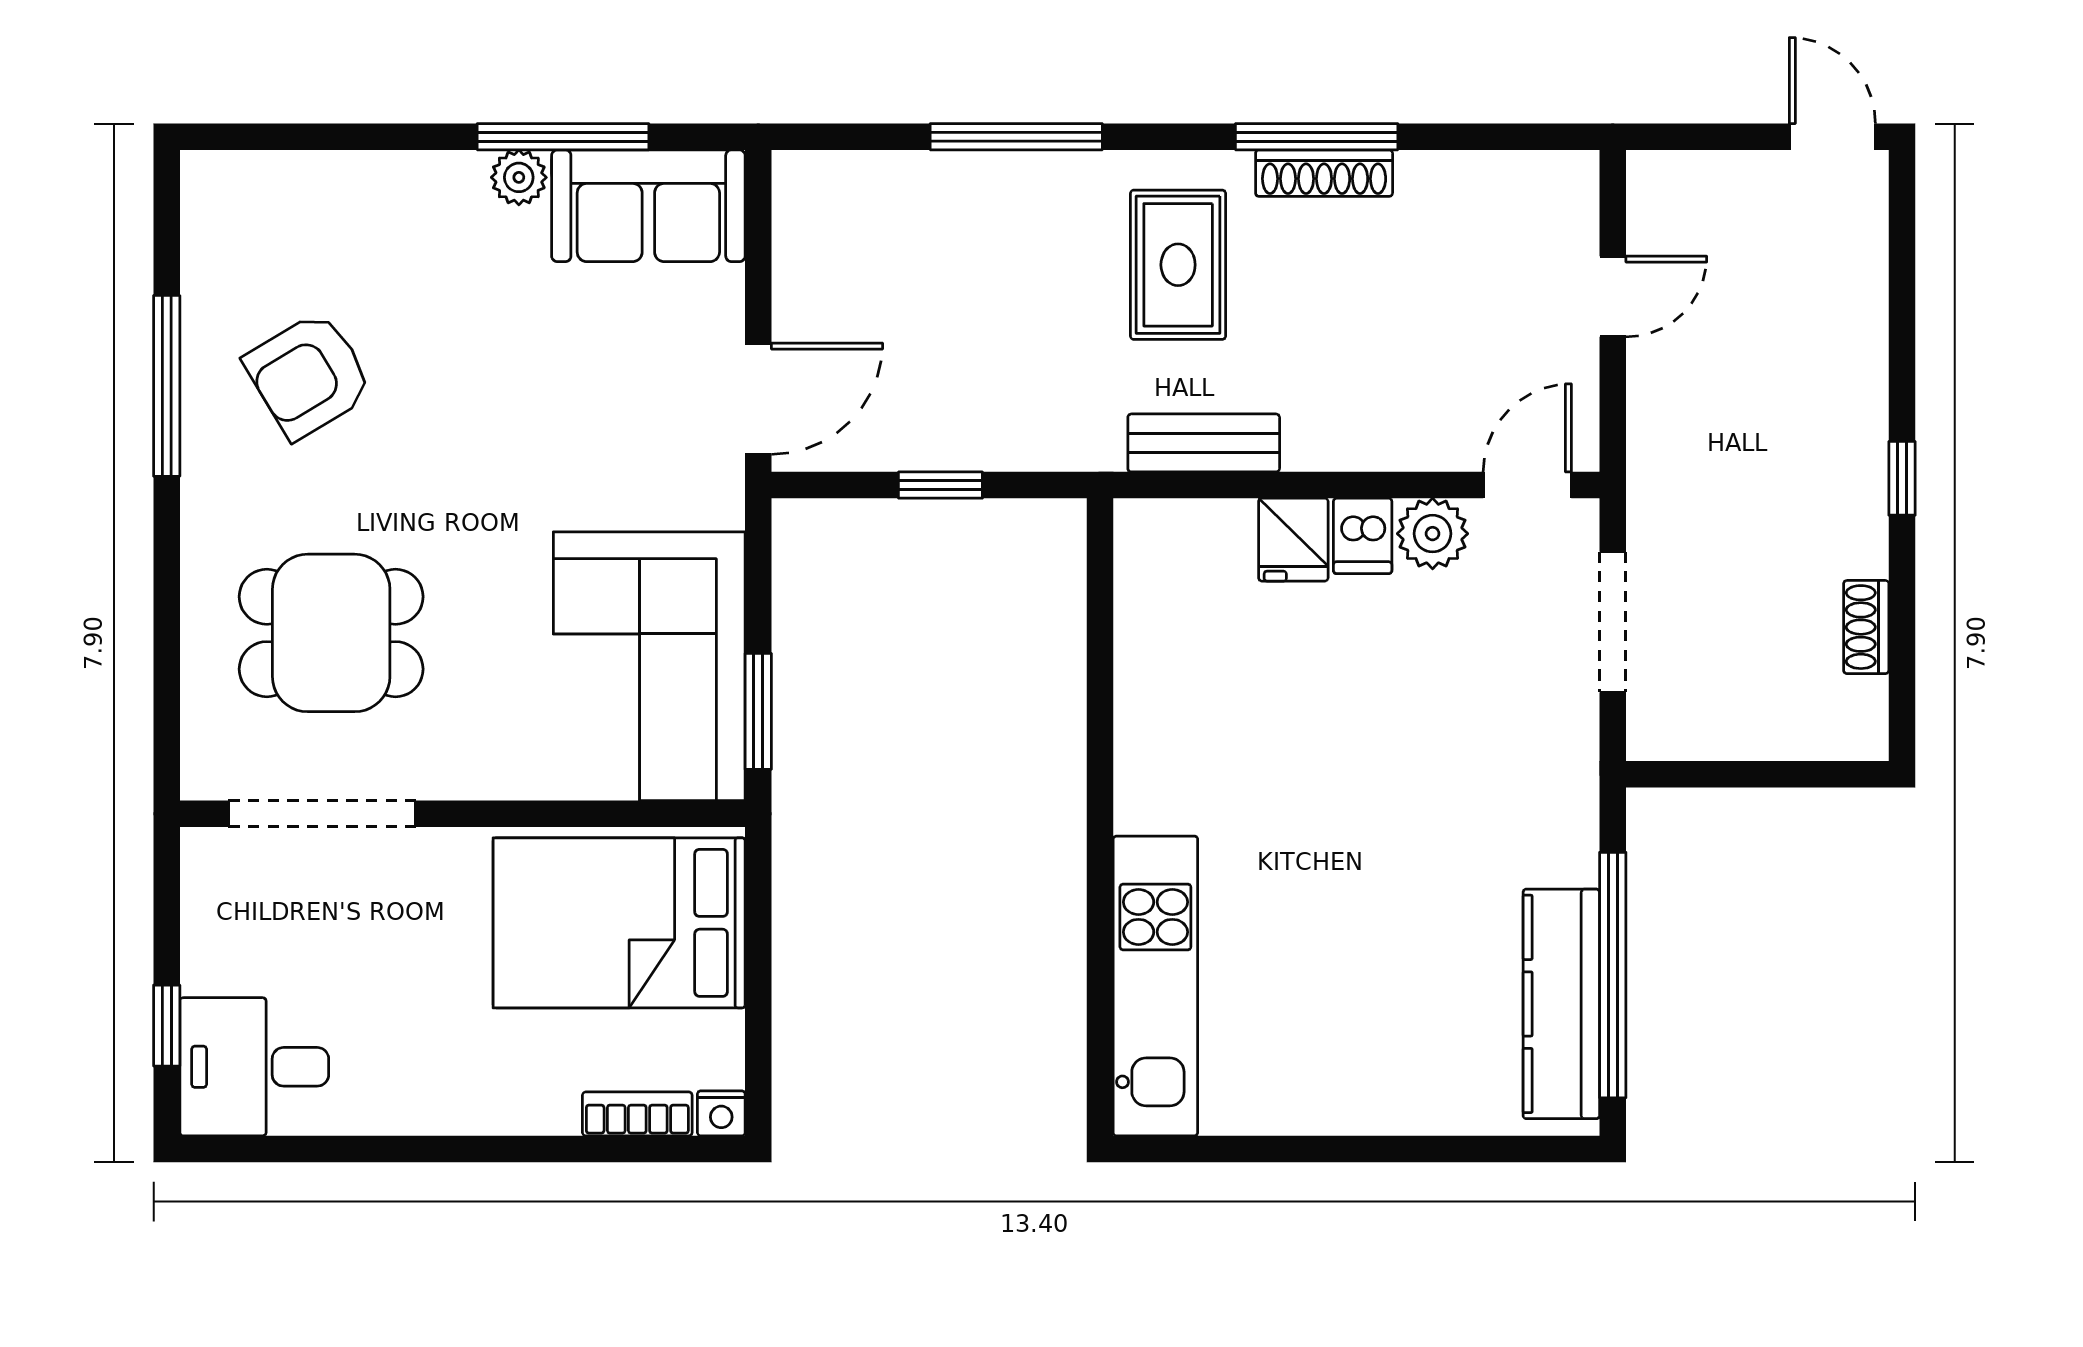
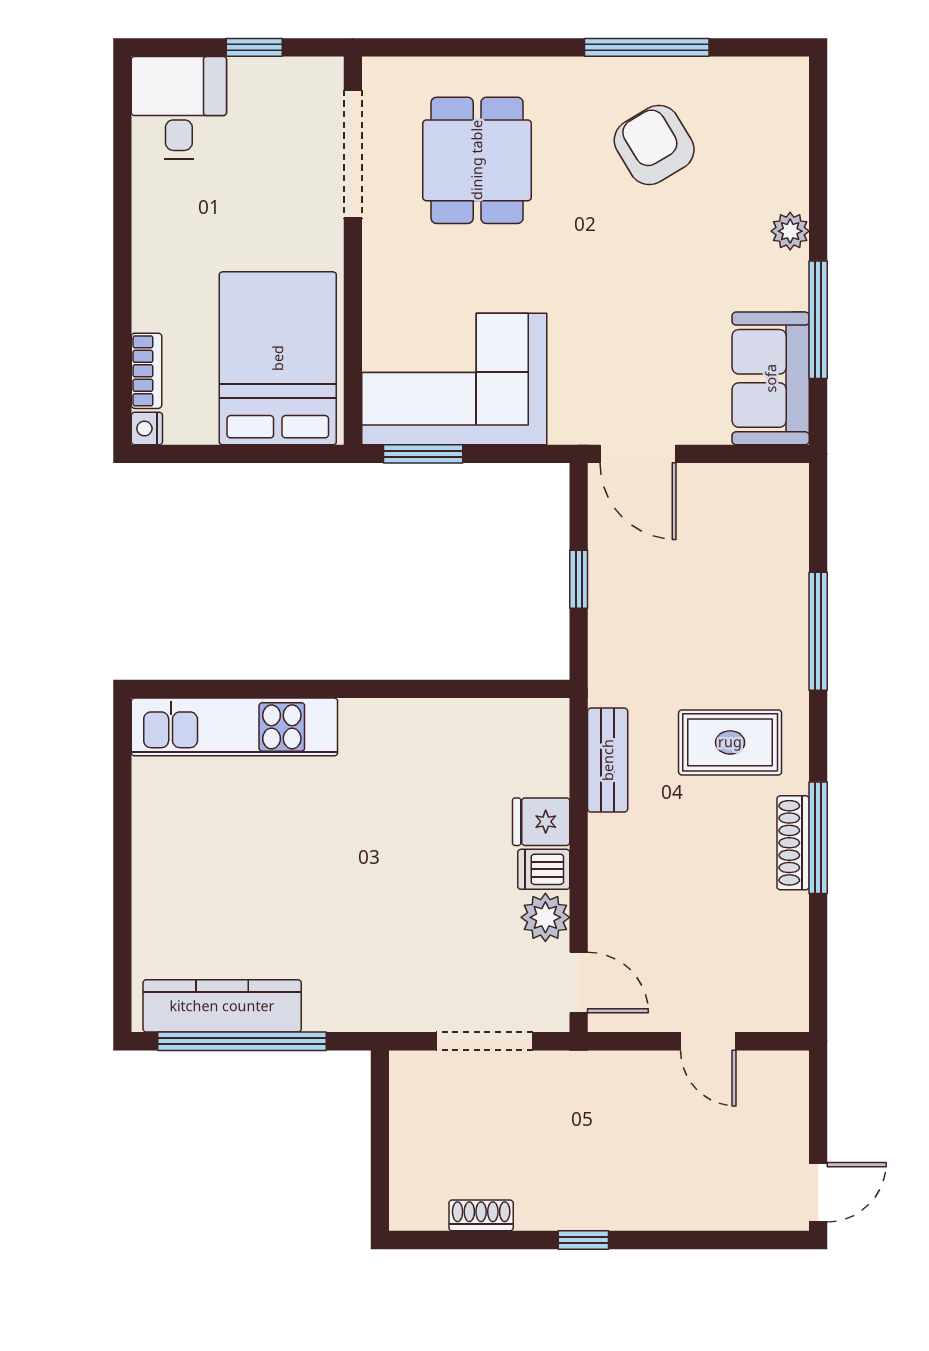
plant: (519, 177) -> (790, 231), moved
window: (167, 1026) -> (254, 47), moved

